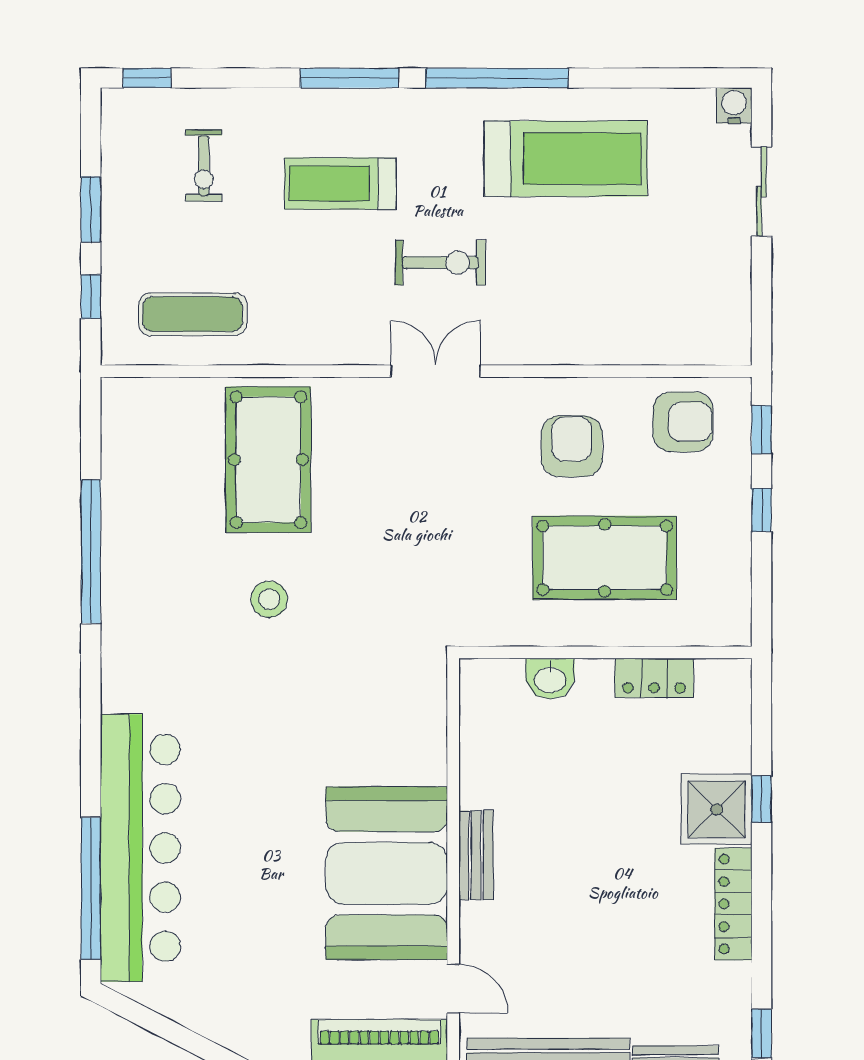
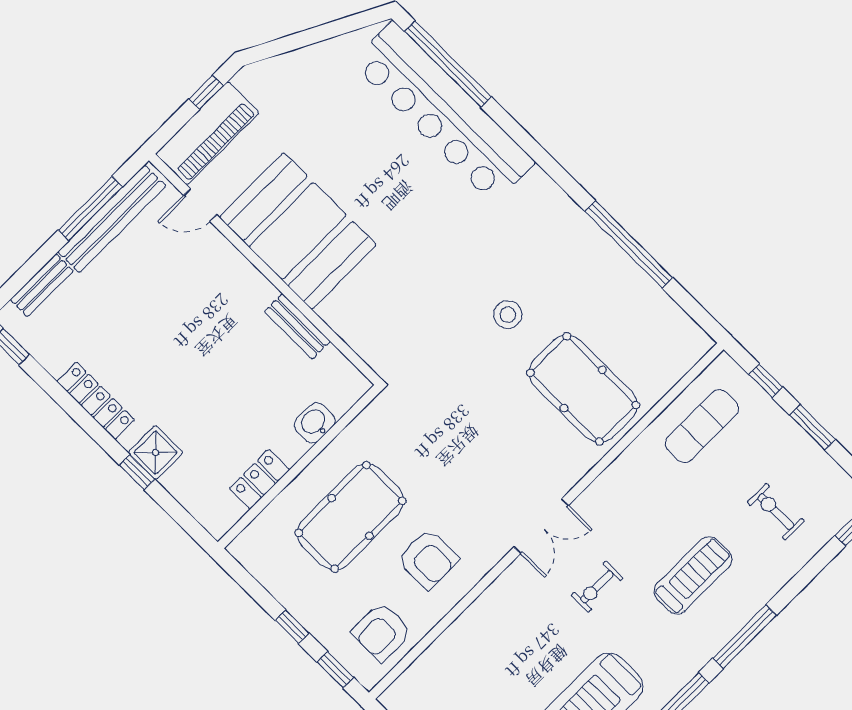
exercise bike: (440, 263) -> (597, 587), width x0.73, depth x0.72
shower: (717, 809) -> (156, 453), width x0.73, depth x0.73
bench: (476, 855) -> (297, 326), moved

